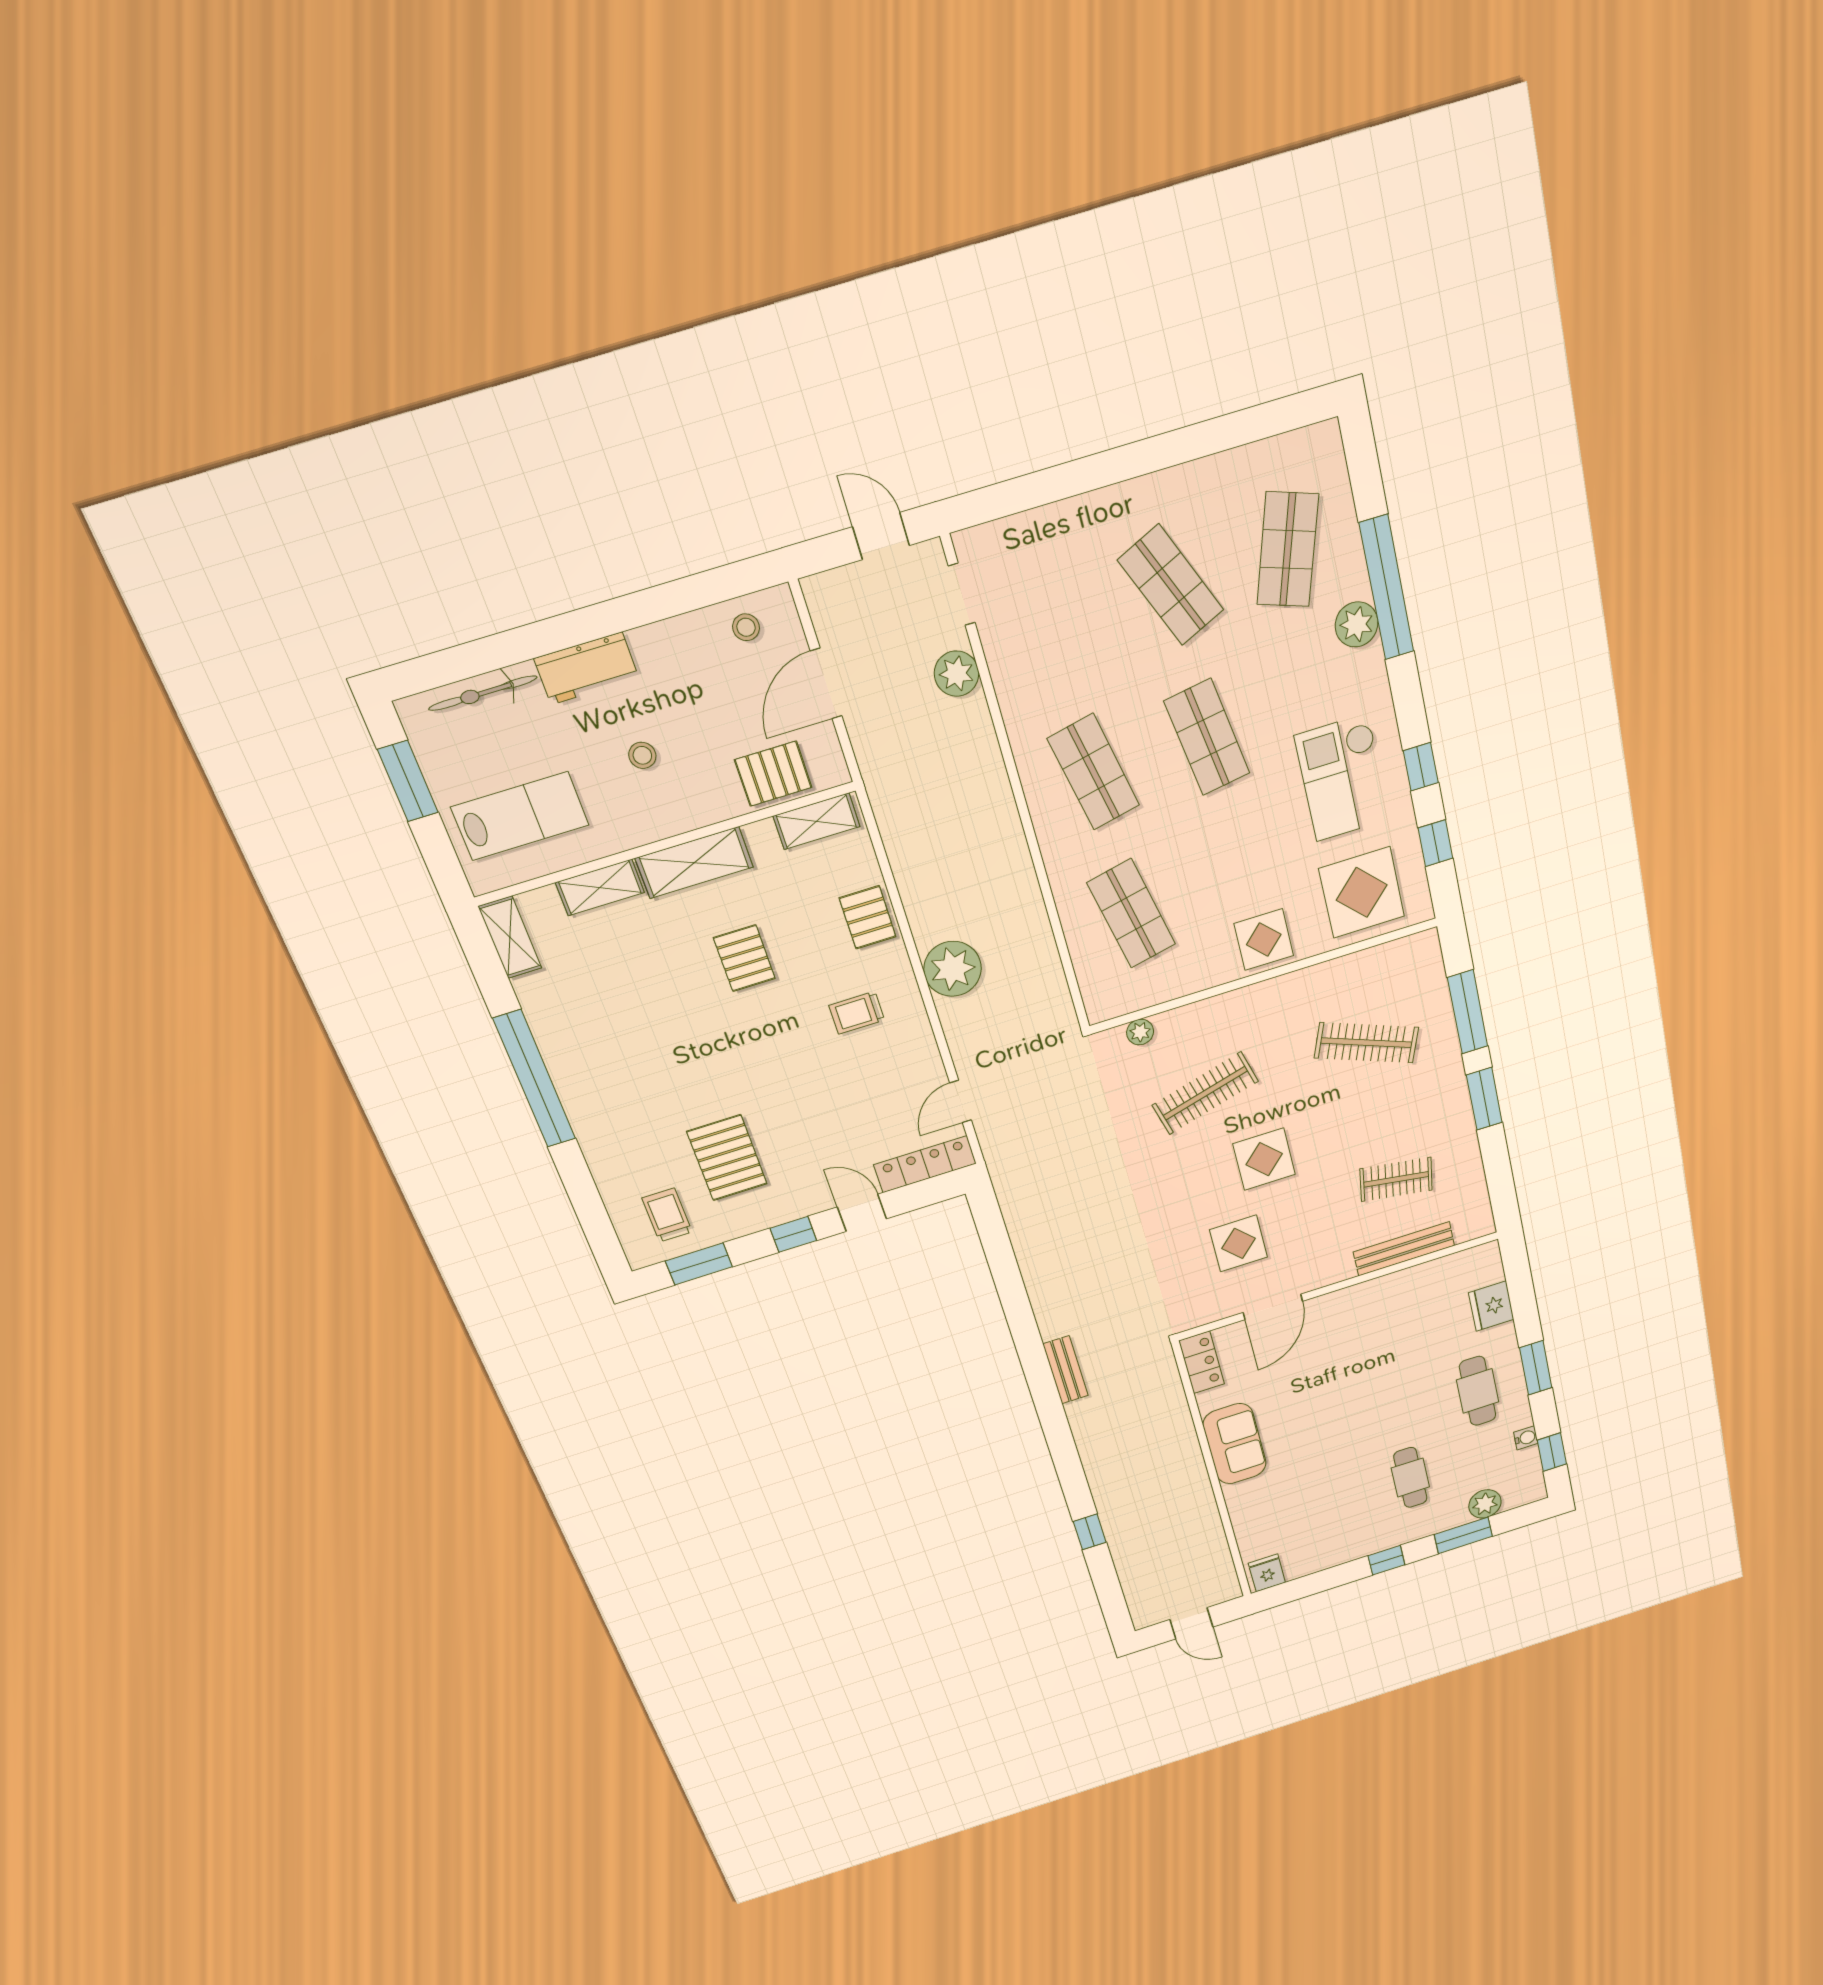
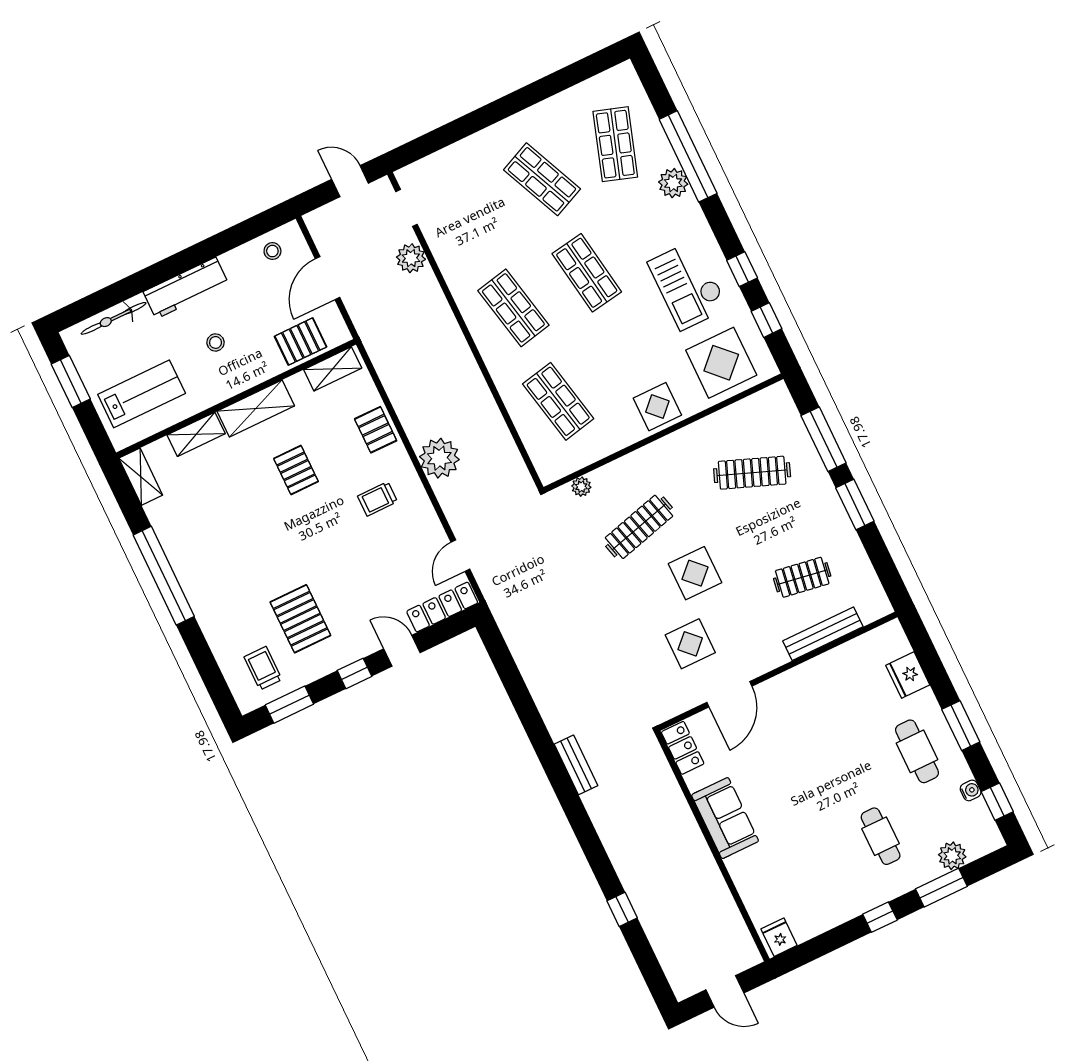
workbench: (587, 668) -> (186, 288), width x1.38

